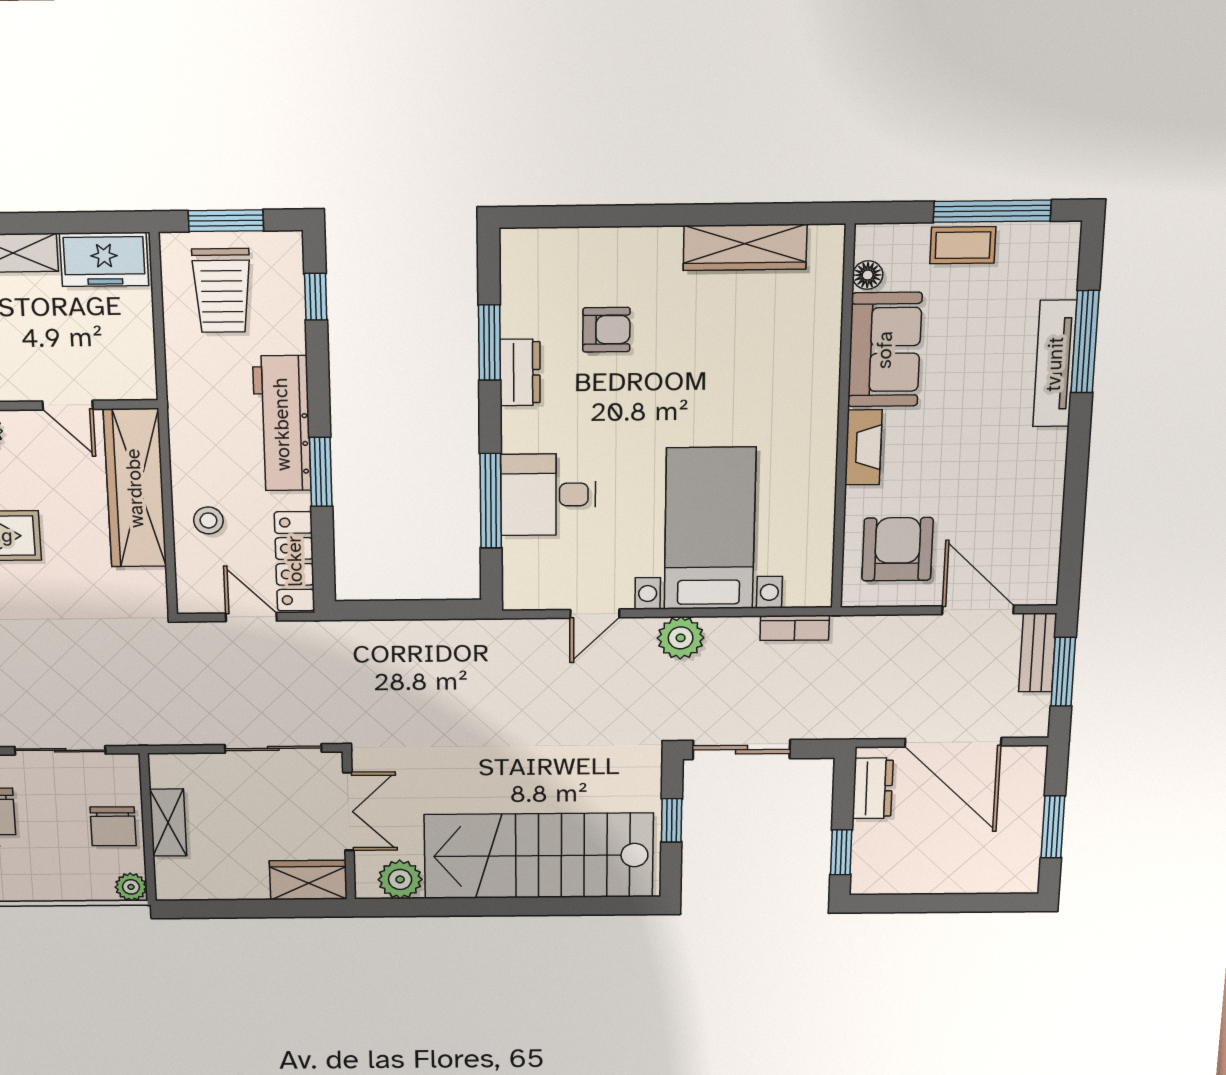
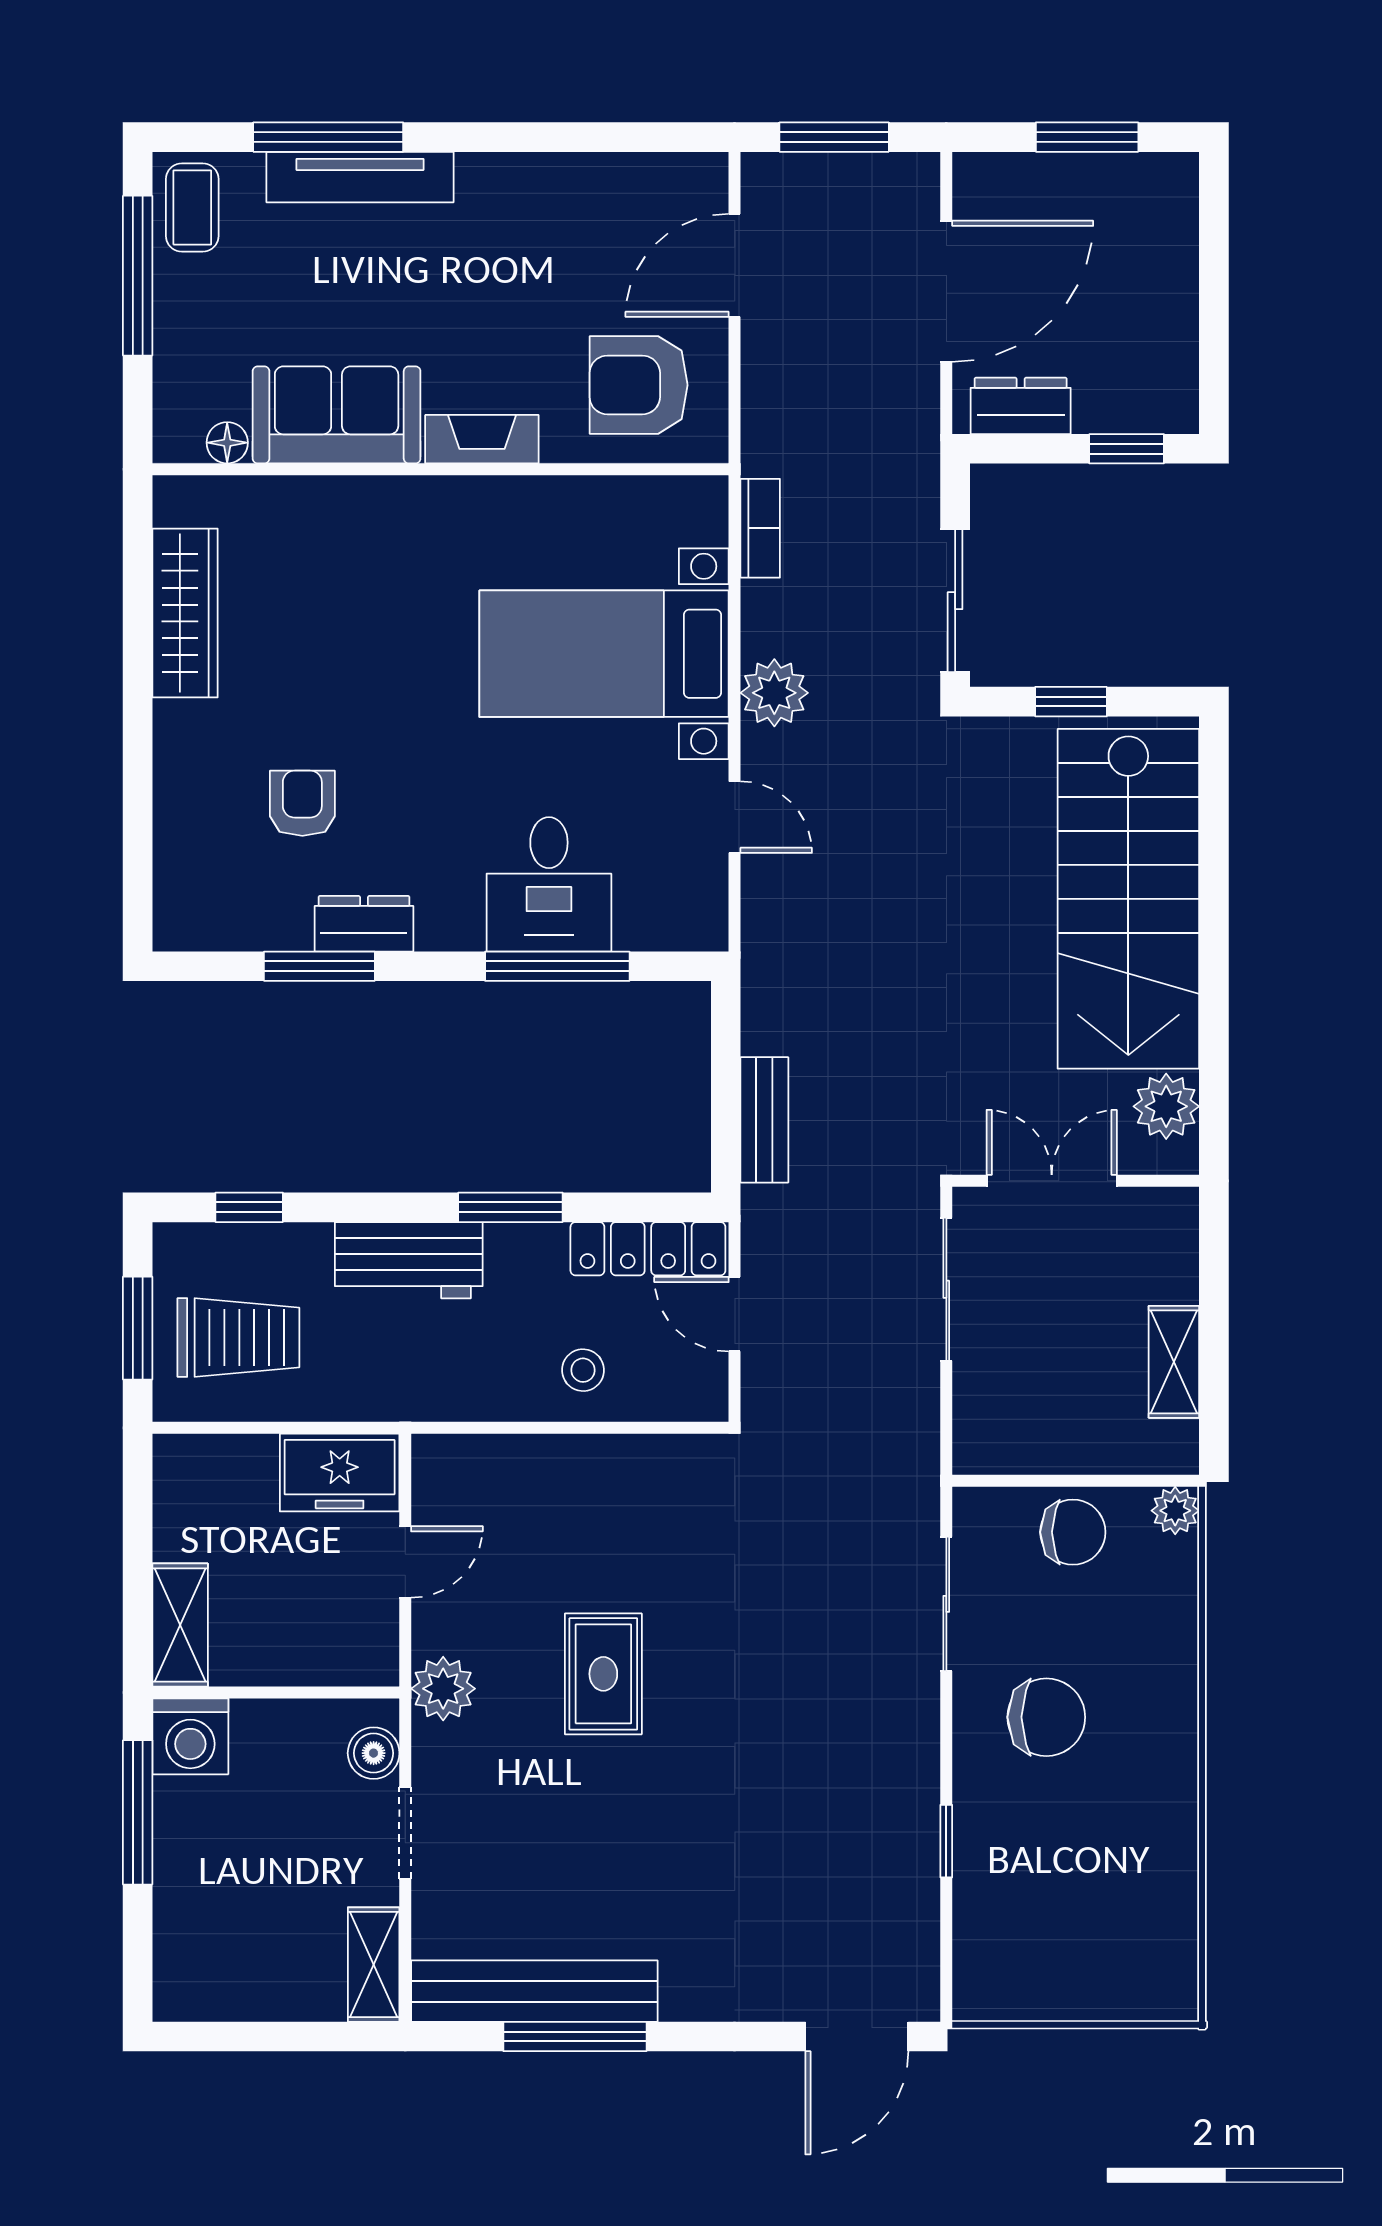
coffee table: (963, 245) -> (192, 207), moved
freezer: (104, 259) -> (340, 1473), moved, turned 90
workbench: (282, 424) -> (409, 1260), width x0.73
wardrobe: (135, 488) -> (532, 1473), removed
door: (251, 617) -> (735, 1314), hinge flipped
bench: (1038, 653) -> (764, 1120), moved, turned 90
shelving: (168, 823) -> (1174, 1362), moved, turned 90
wardrobe: (308, 880) -> (1166, 1244), removed

